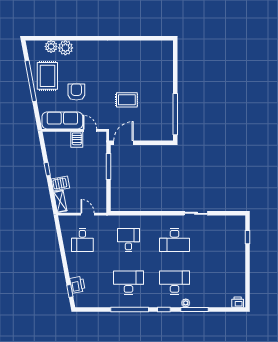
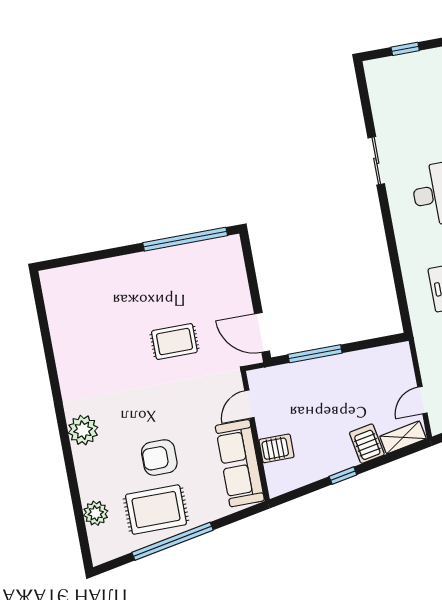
plant: (65, 48) -> (83, 430), moved
armchair: (76, 92) -> (159, 458), moved
rug: (127, 100) -> (174, 342), turned 90
server rack: (77, 139) -> (276, 448), moved
door: (88, 214) -> (422, 400), moved

